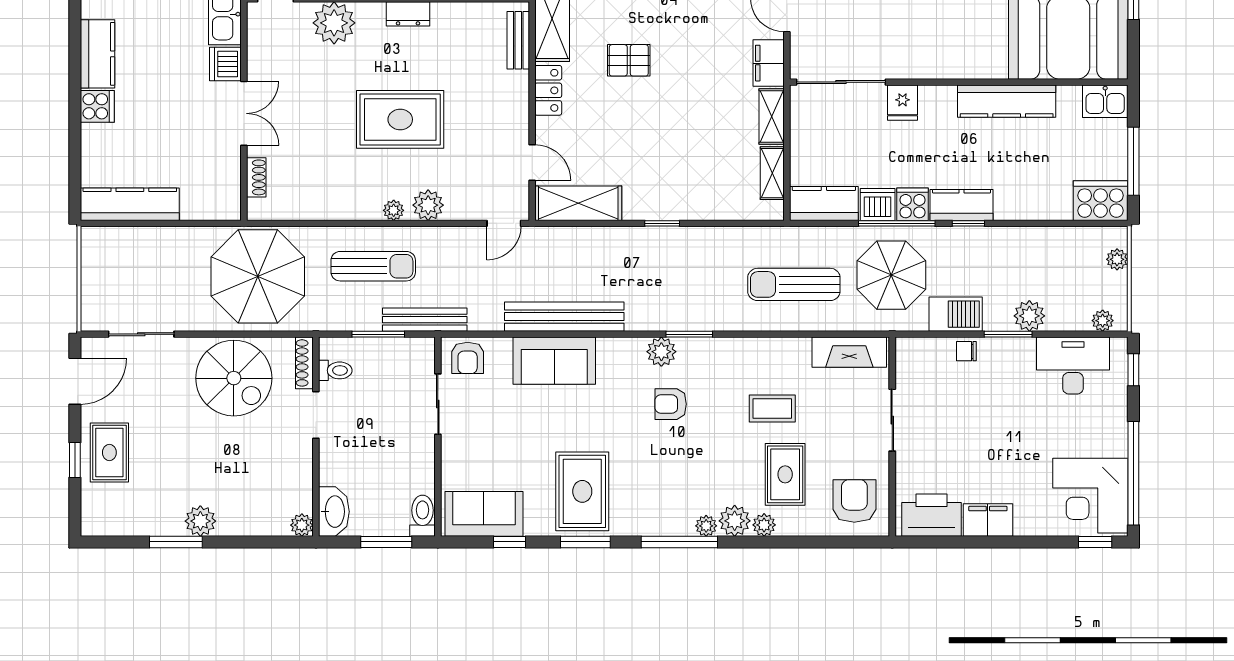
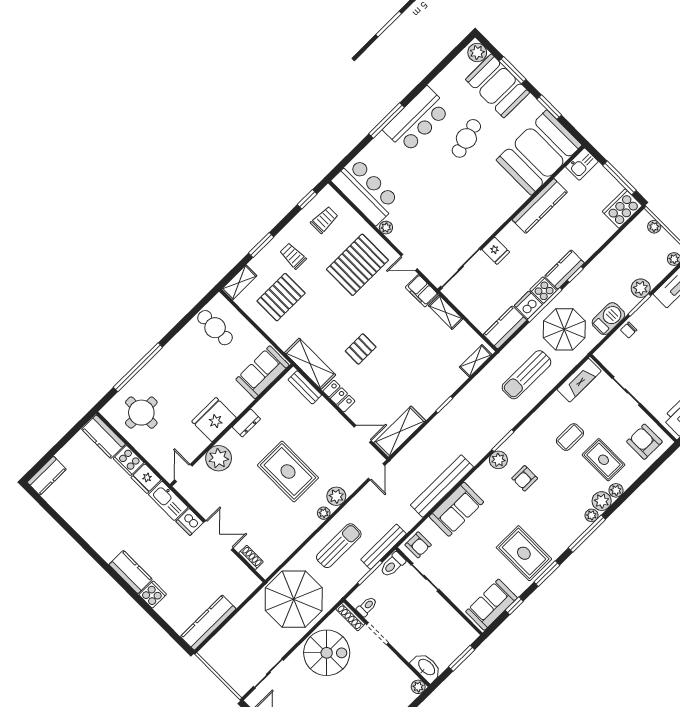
rug: (400, 119) -> (288, 471), turned 90
shelving: (772, 173) -> (476, 361), moved, turned 90
toilet: (423, 516) -> (393, 565), moved, turned -90

